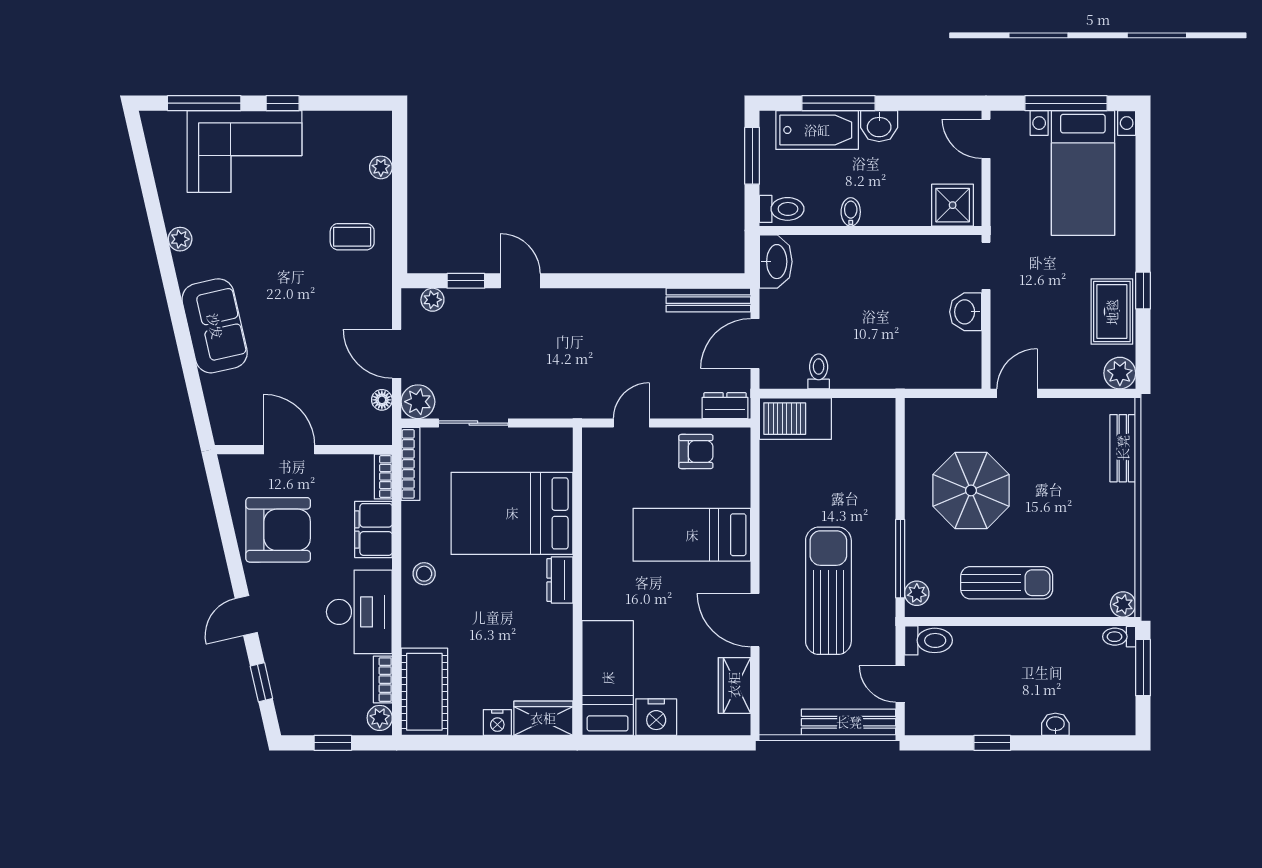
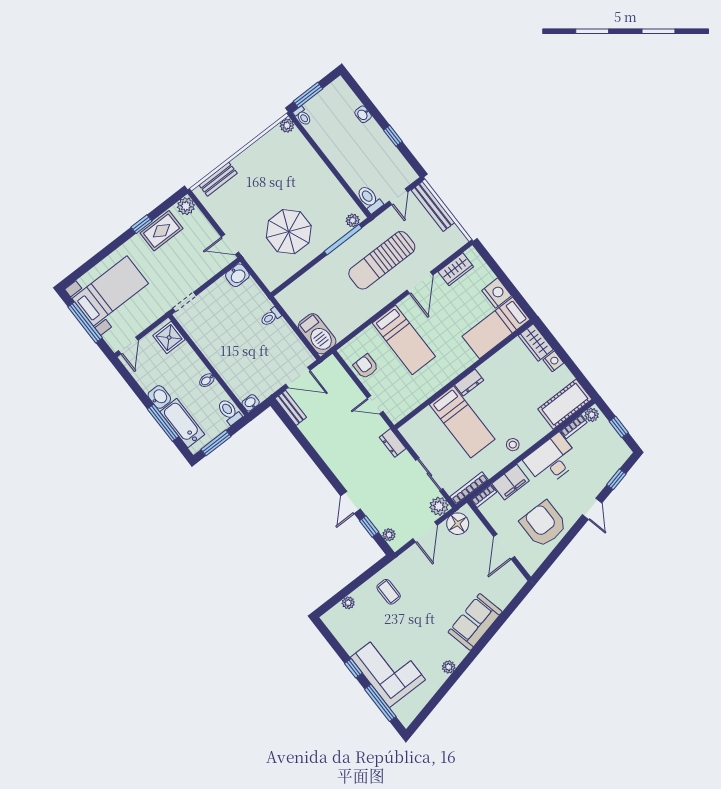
washbasin: (776, 262) -> (251, 403), width x0.52, depth x0.69
bench: (708, 300) -> (291, 408), width x0.73
washbasin: (966, 312) -> (237, 275), moved
toilet: (819, 371) -> (271, 317), moved
floor lamp: (382, 400) -> (458, 524), width x1.89, depth x1.89
dresser: (725, 406) -> (393, 443), moved
bed: (512, 513) -> (462, 422), width x0.67
sun lounger: (1007, 583) -> (317, 184), removed
door: (246, 616) -> (592, 509), hinge flipped

